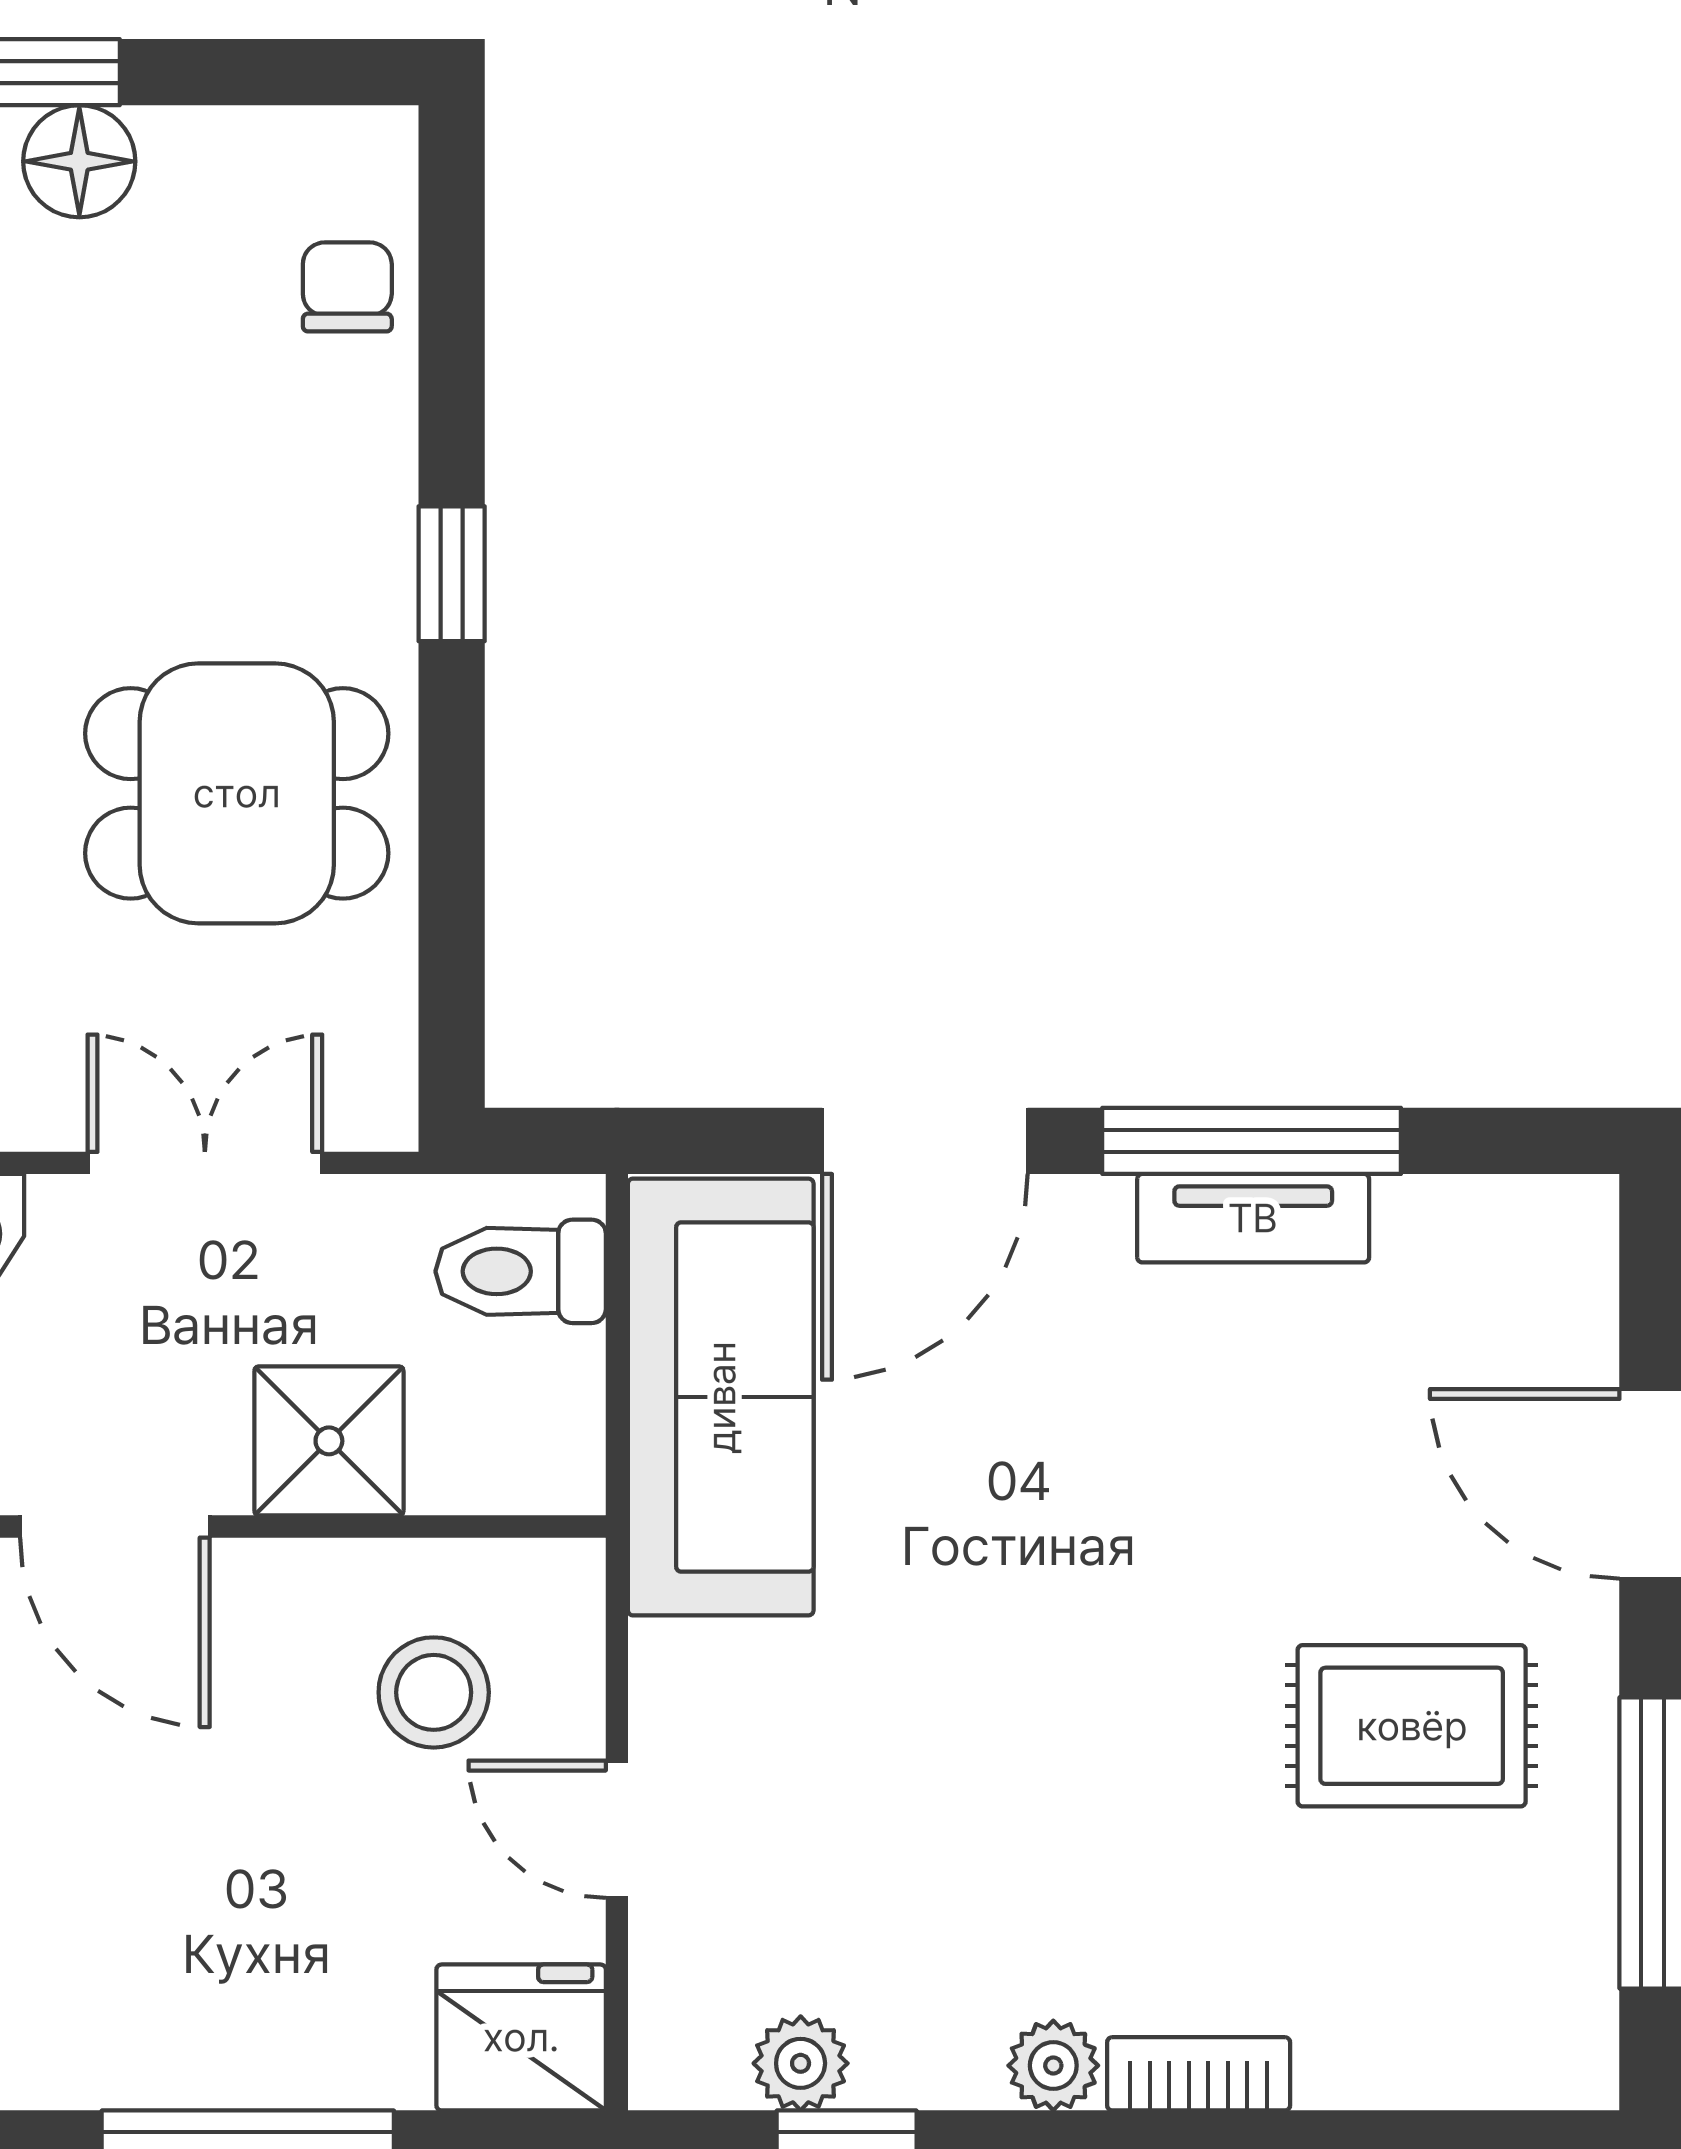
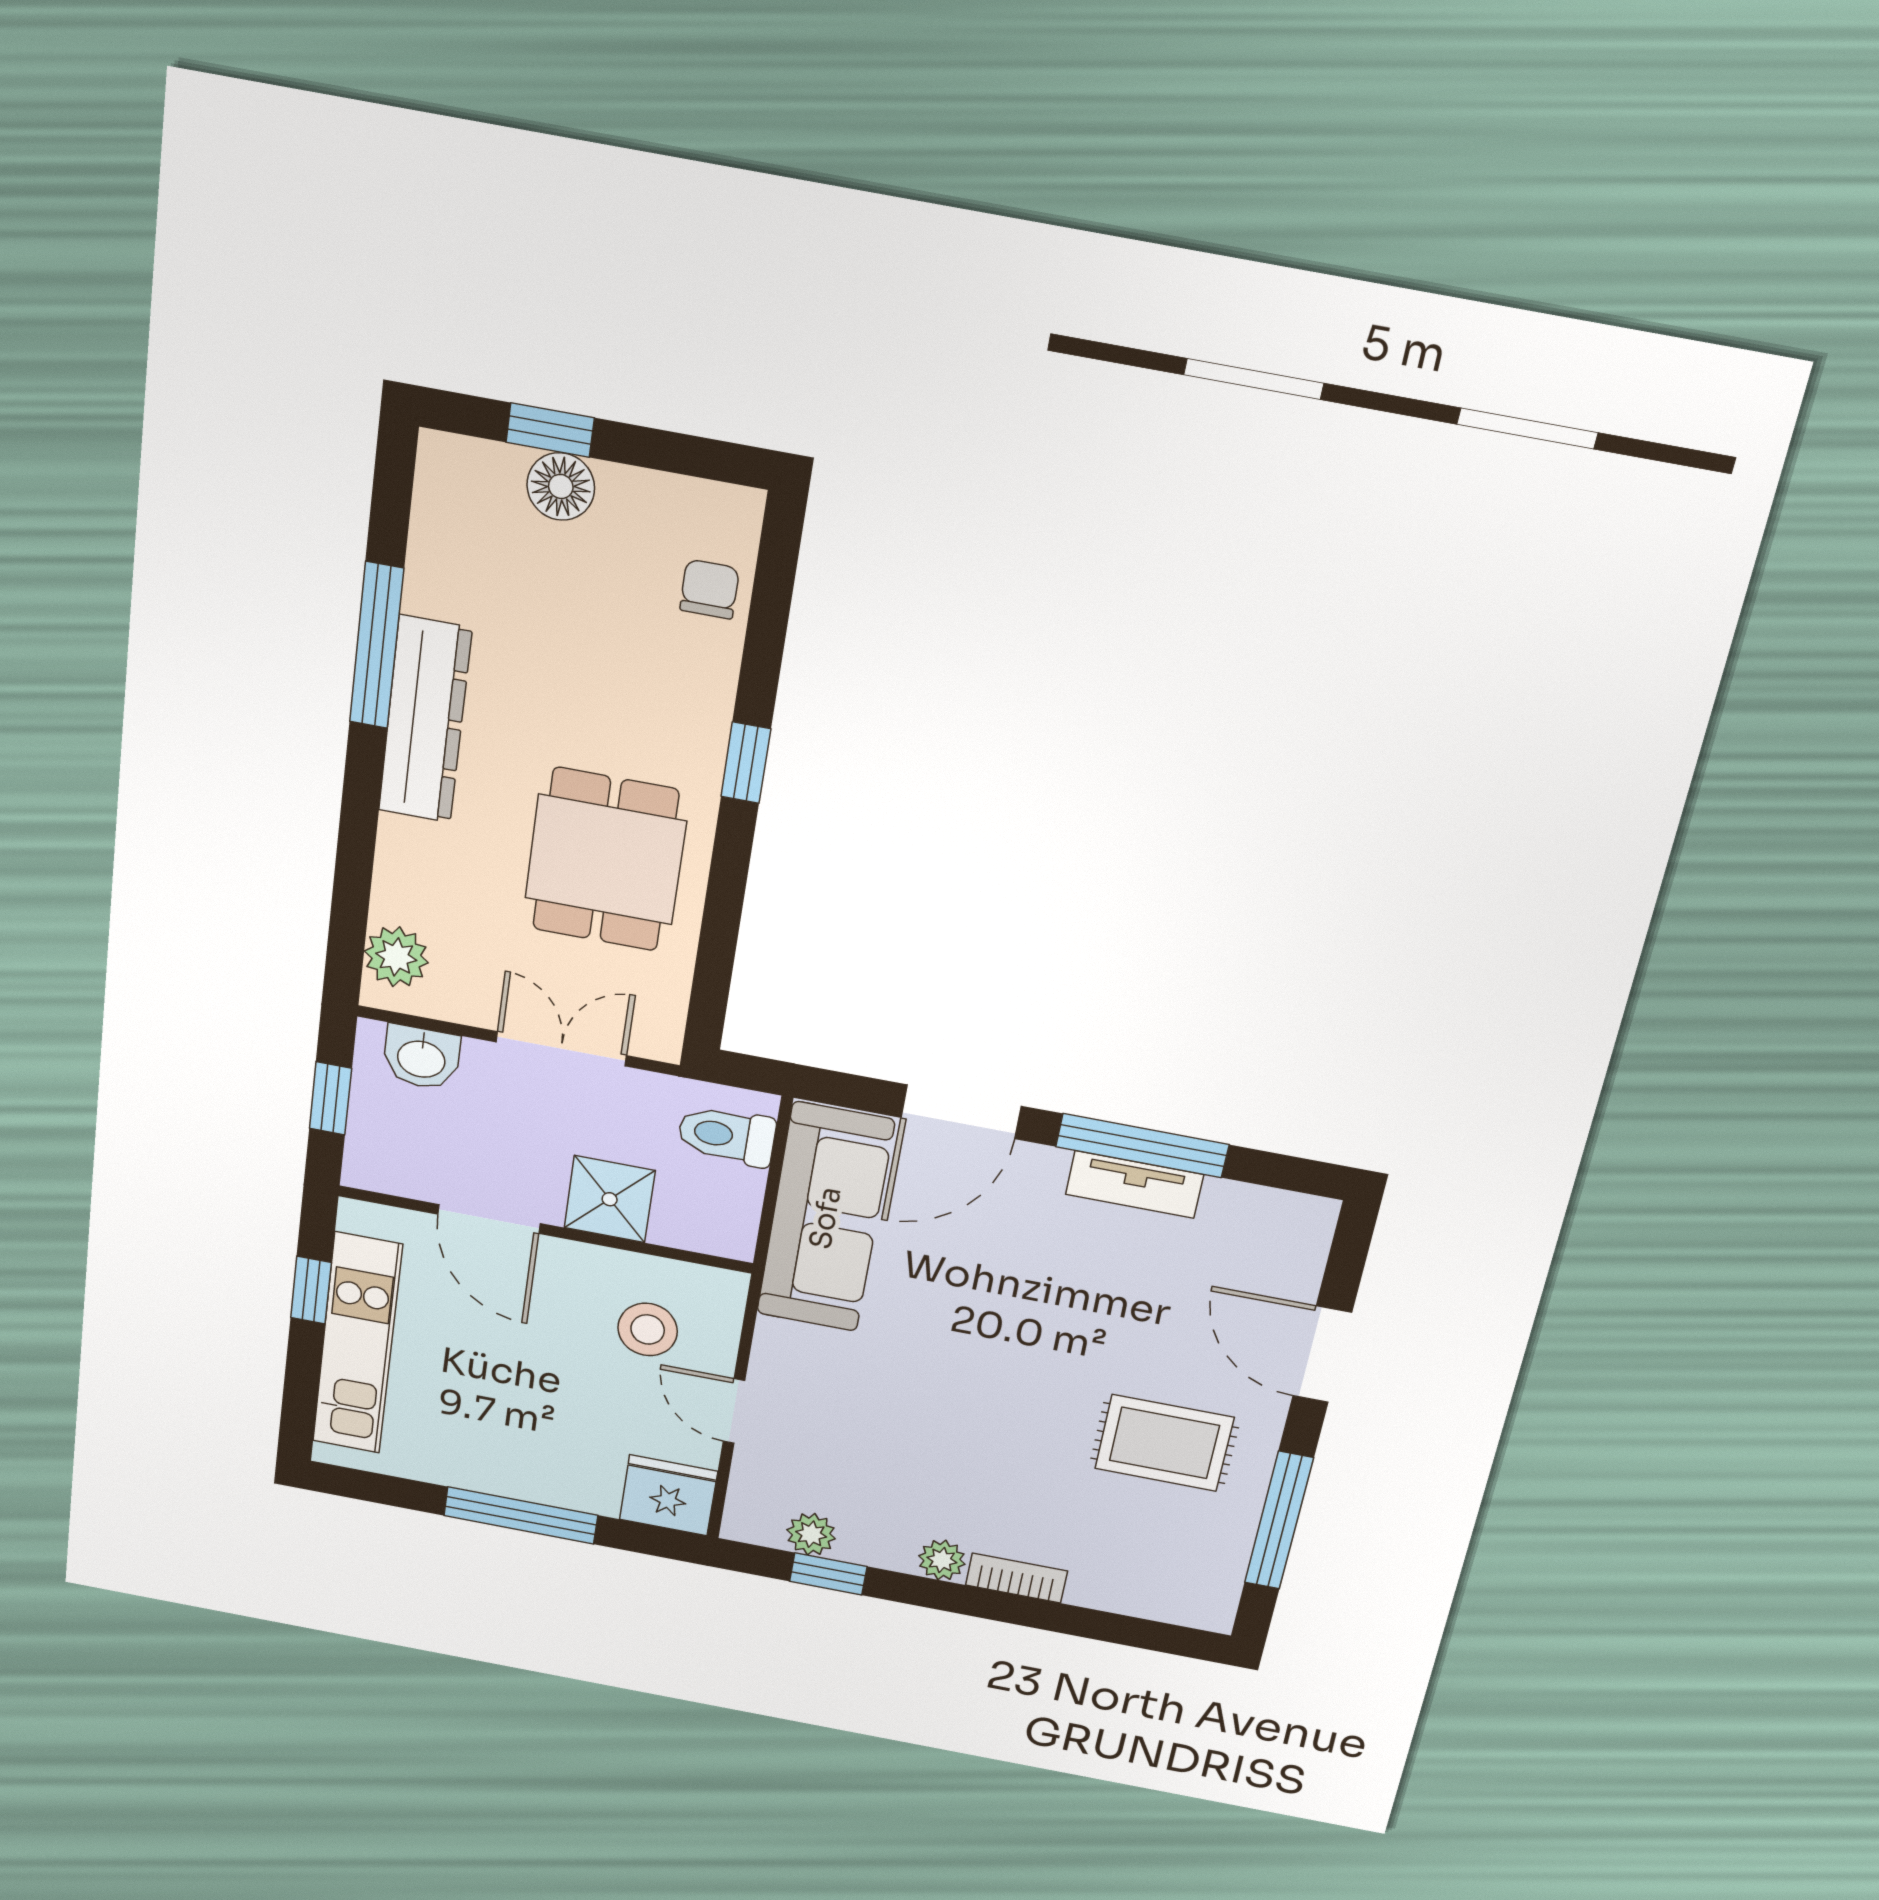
dining table: (237, 793) -> (605, 860), turned 90

